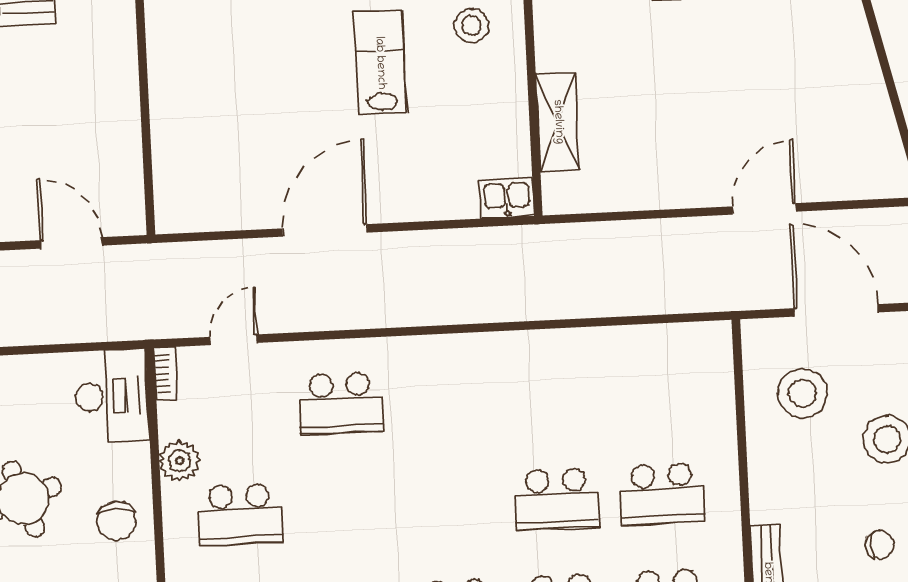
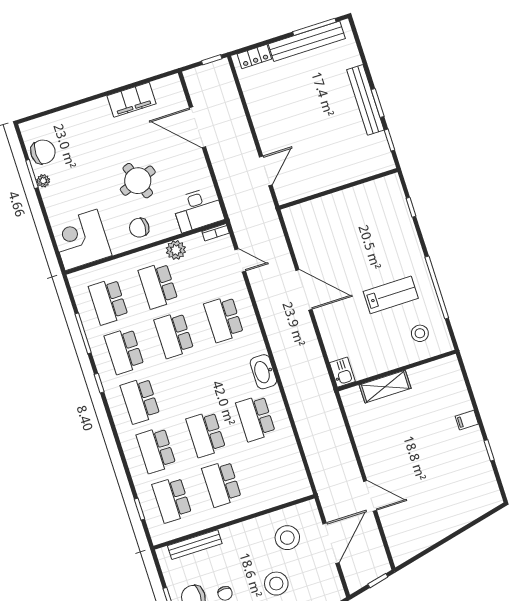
washbasin: (464, 353) -> (263, 372), added
school desk: (551, 393) -> (256, 418), added
school desk: (345, 509) -> (174, 335), added

